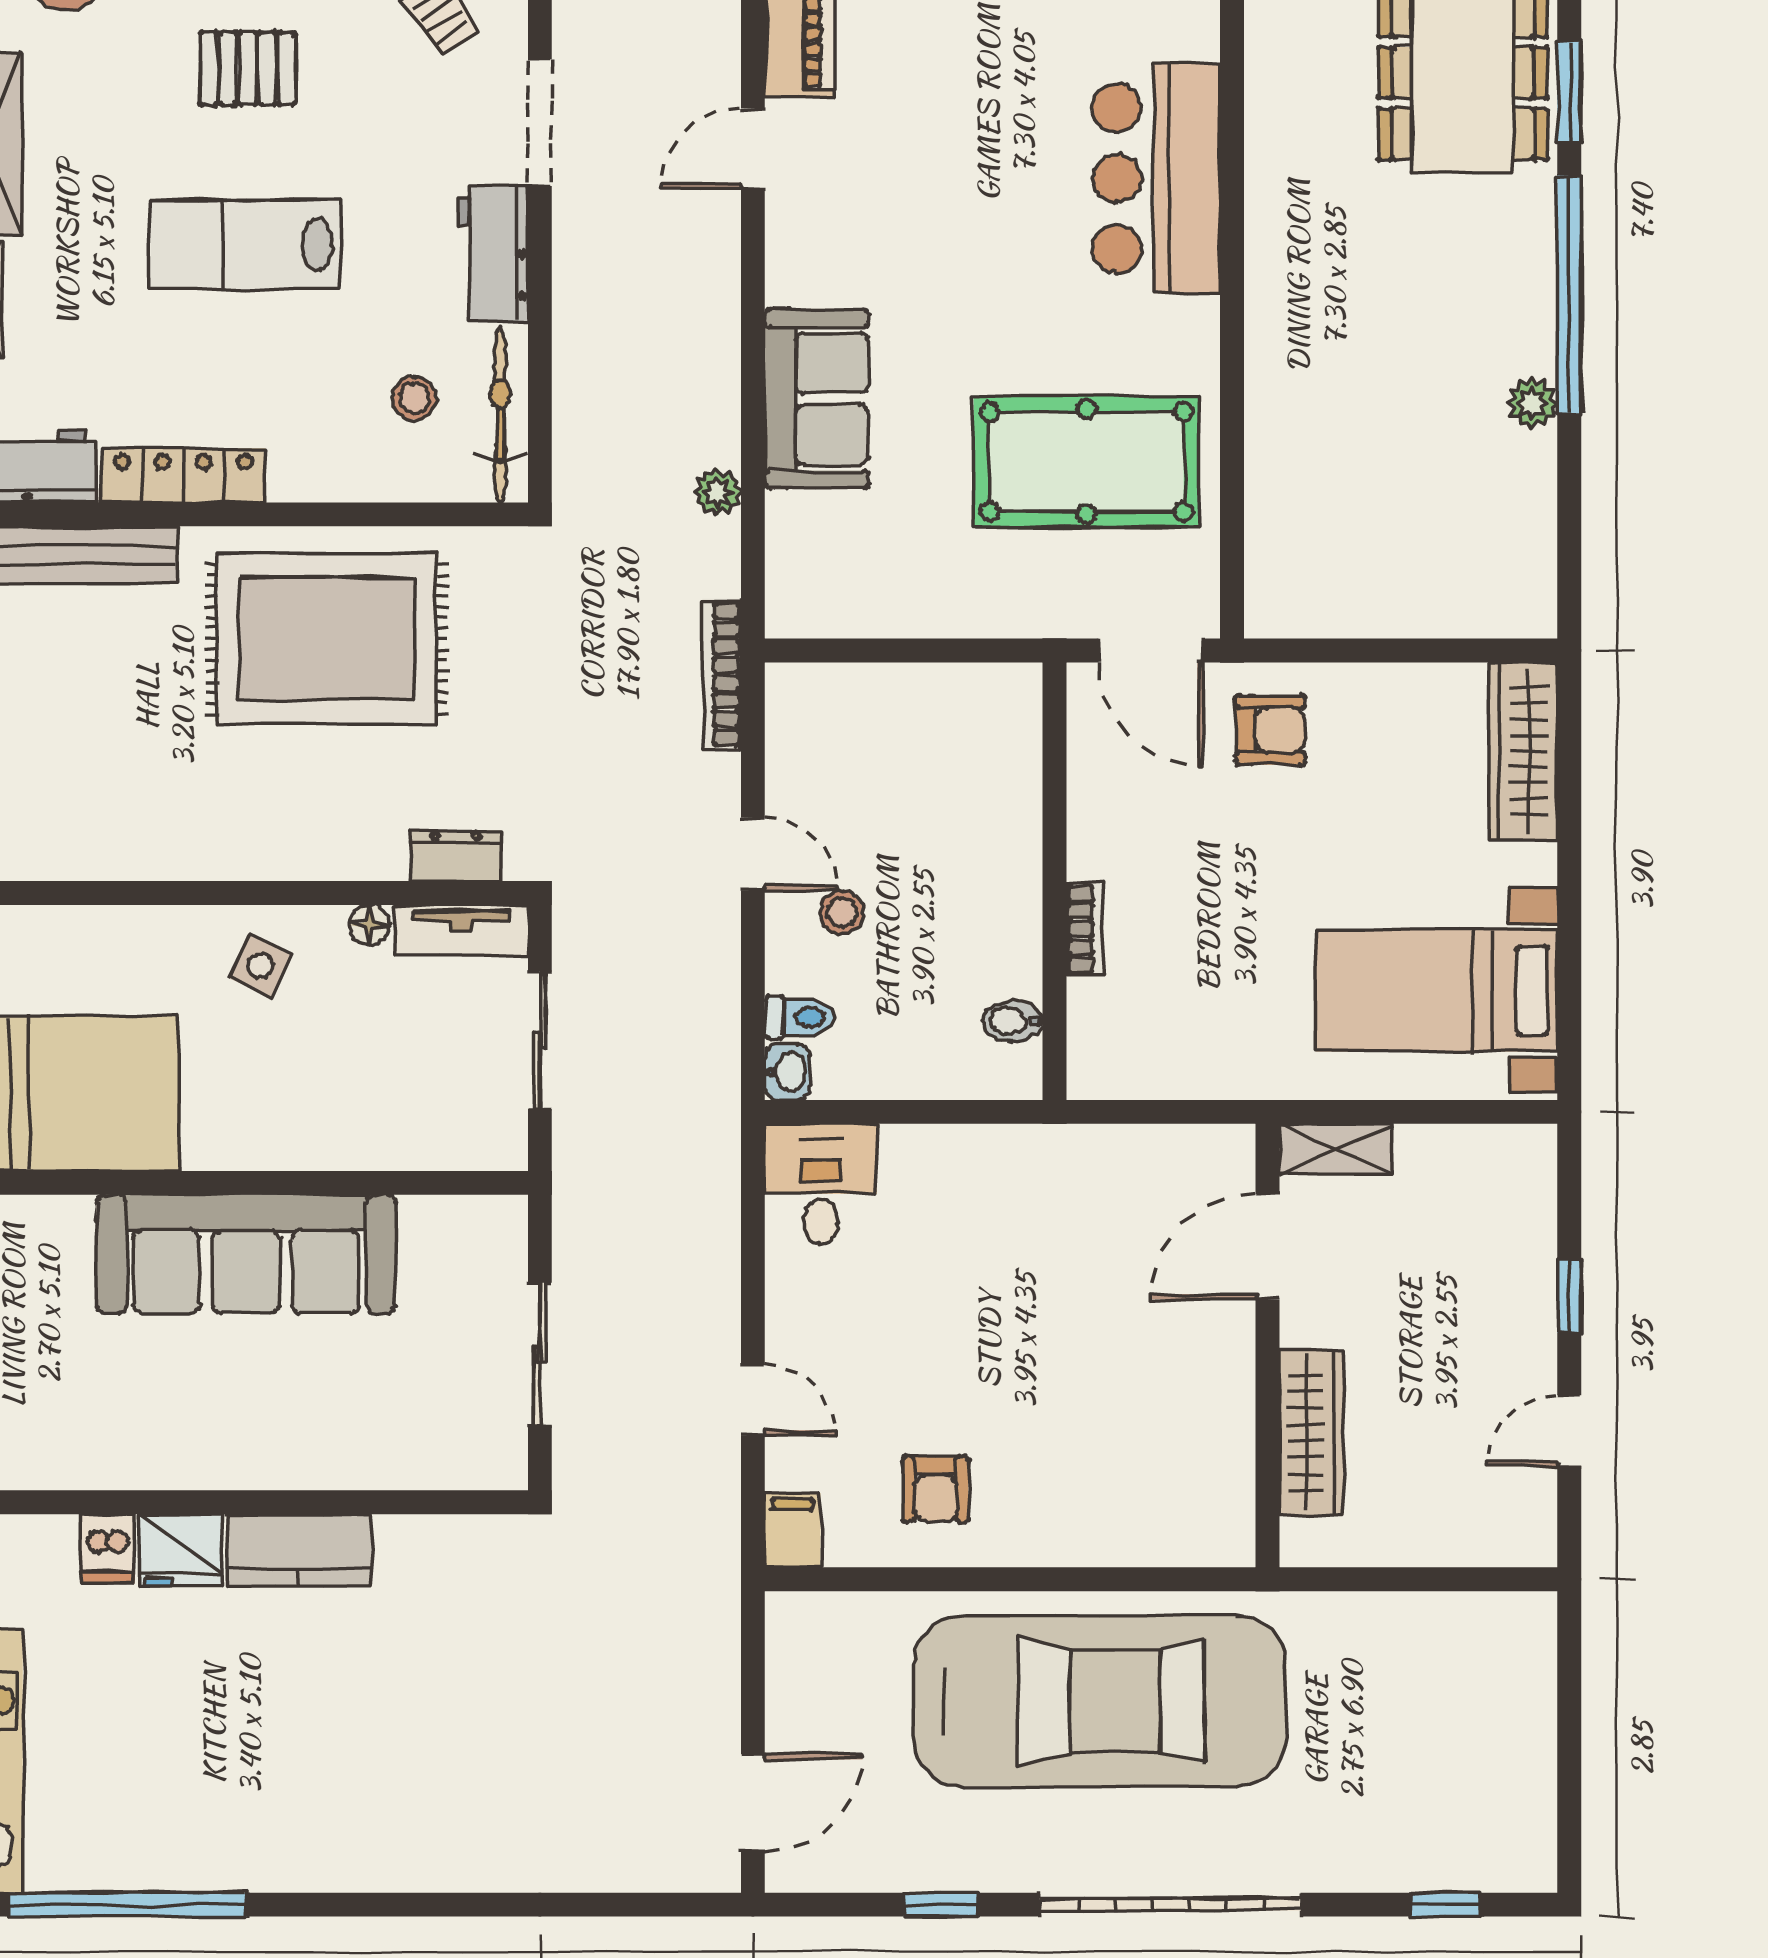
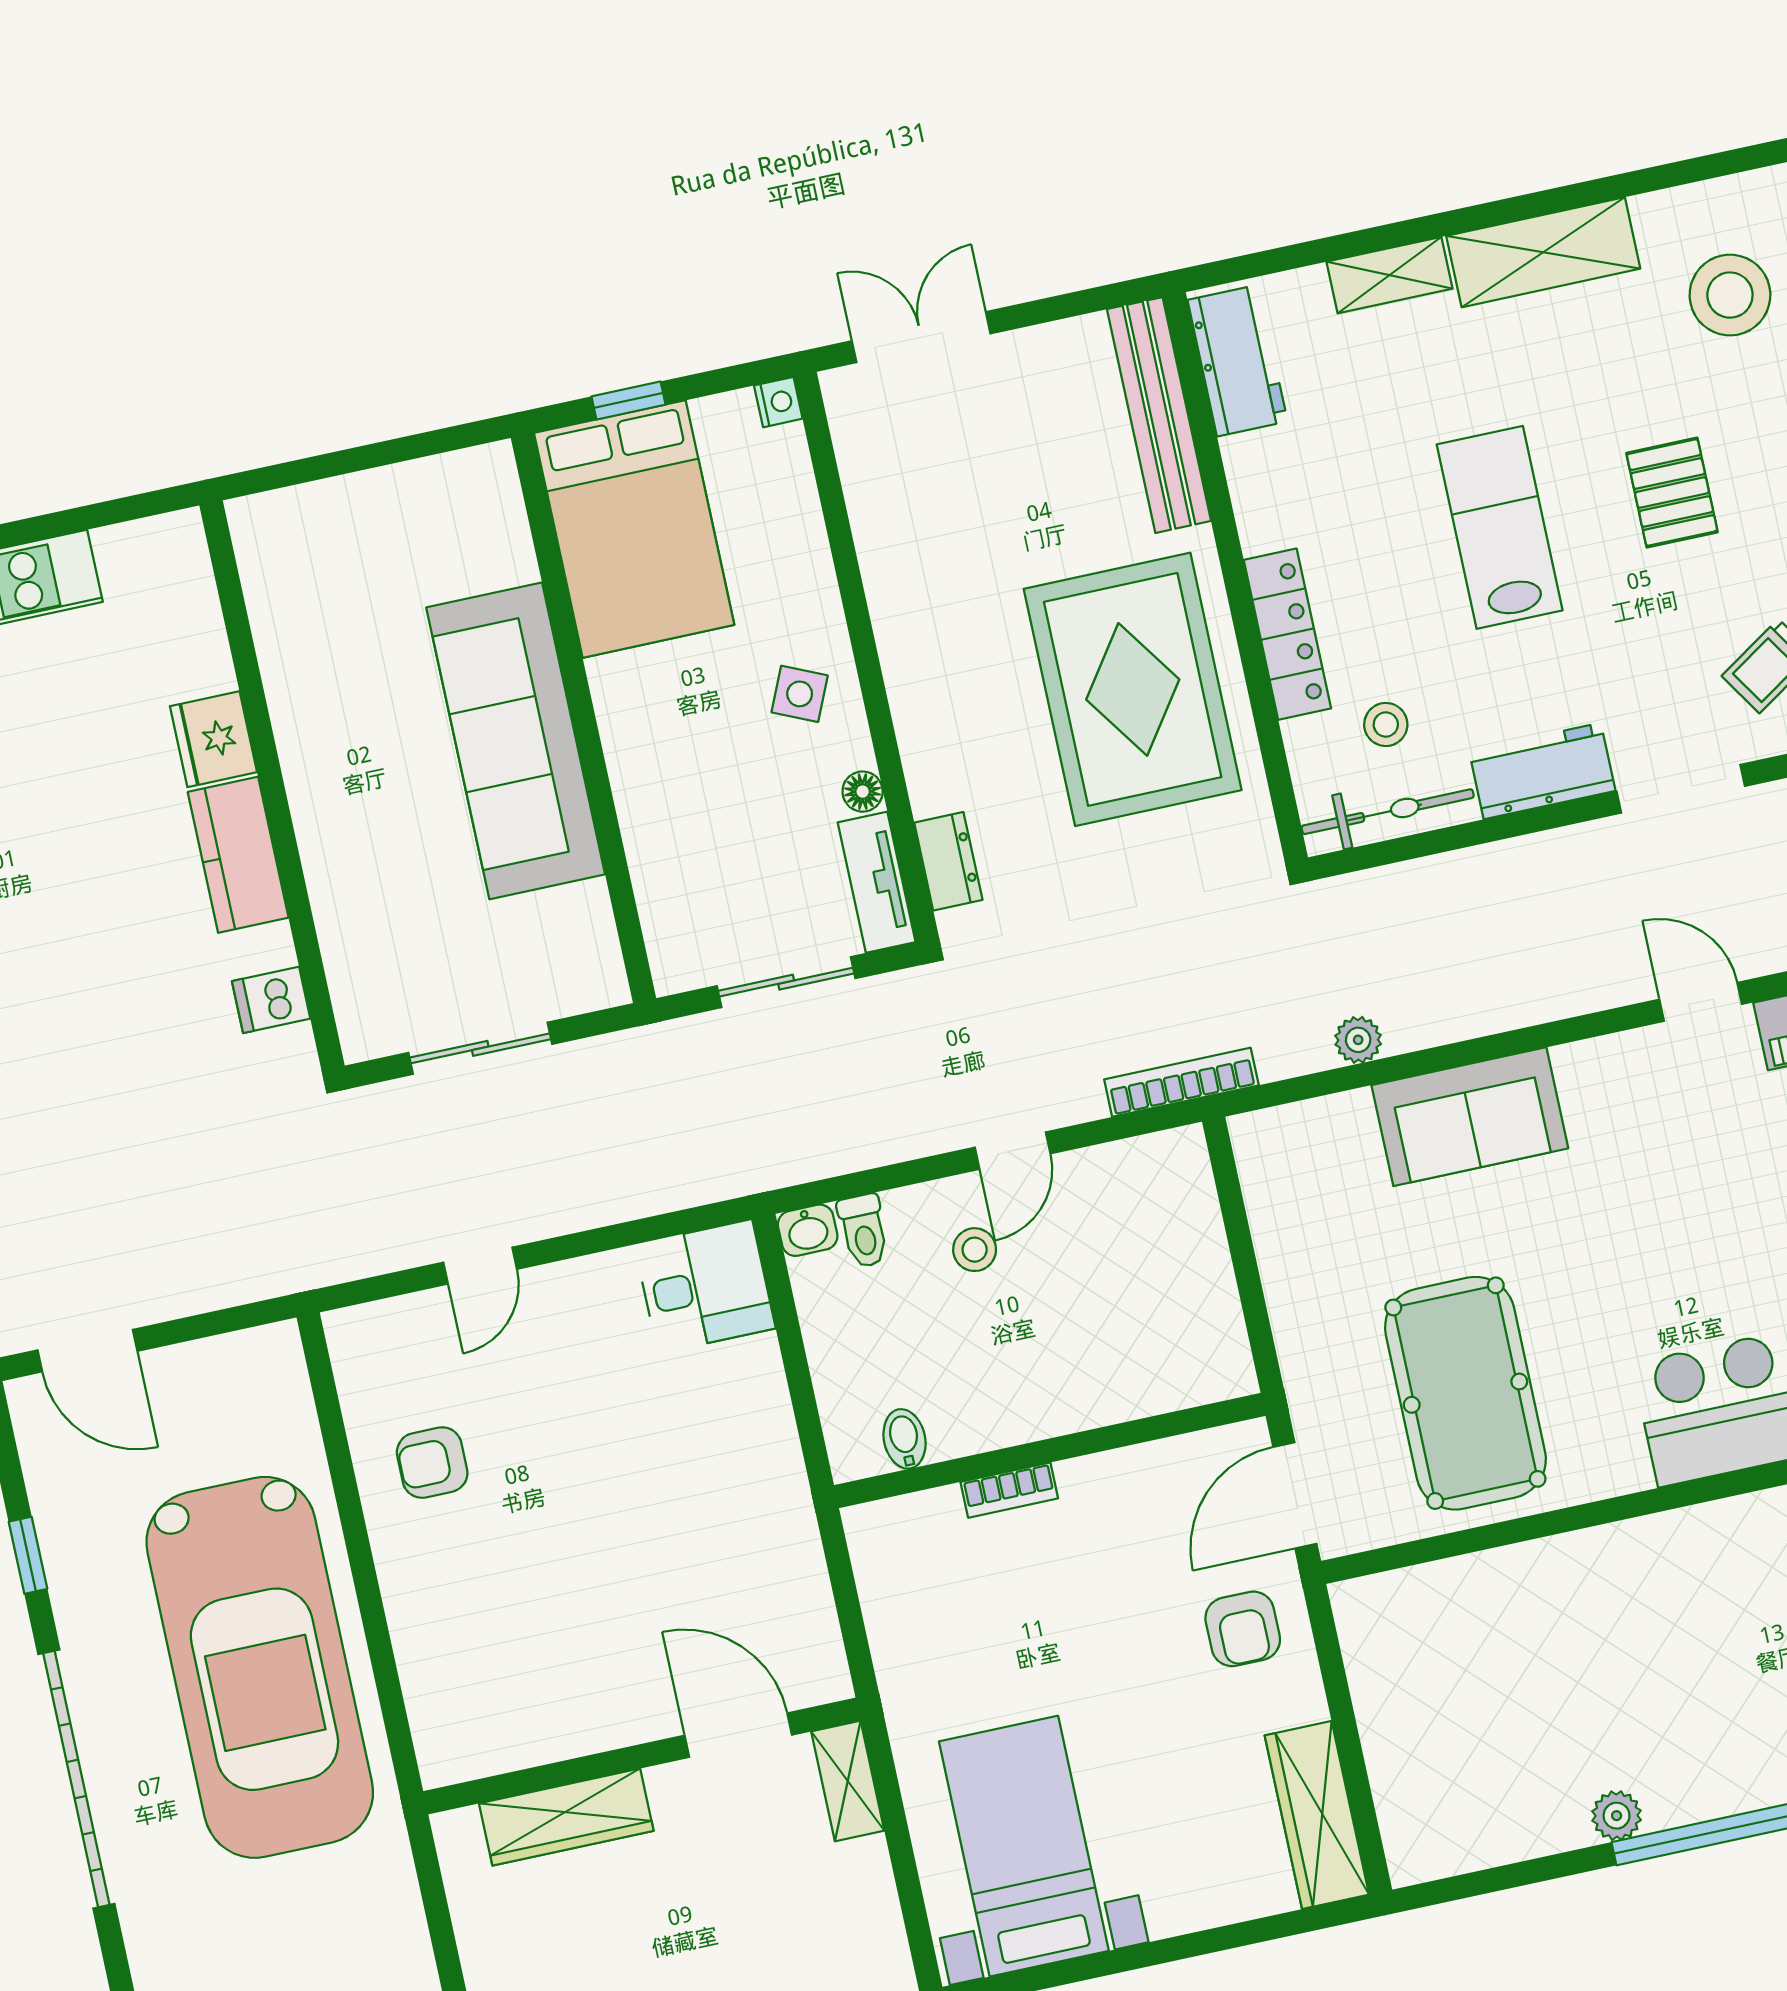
locker: (183, 475) -> (1287, 634), moved
wardrobe: (1523, 751) -> (1317, 1815), moved, turned -90
filing cabinet: (793, 1530) -> (362, 1332), removed
dishwasher: (107, 1549) -> (271, 1000), moved

